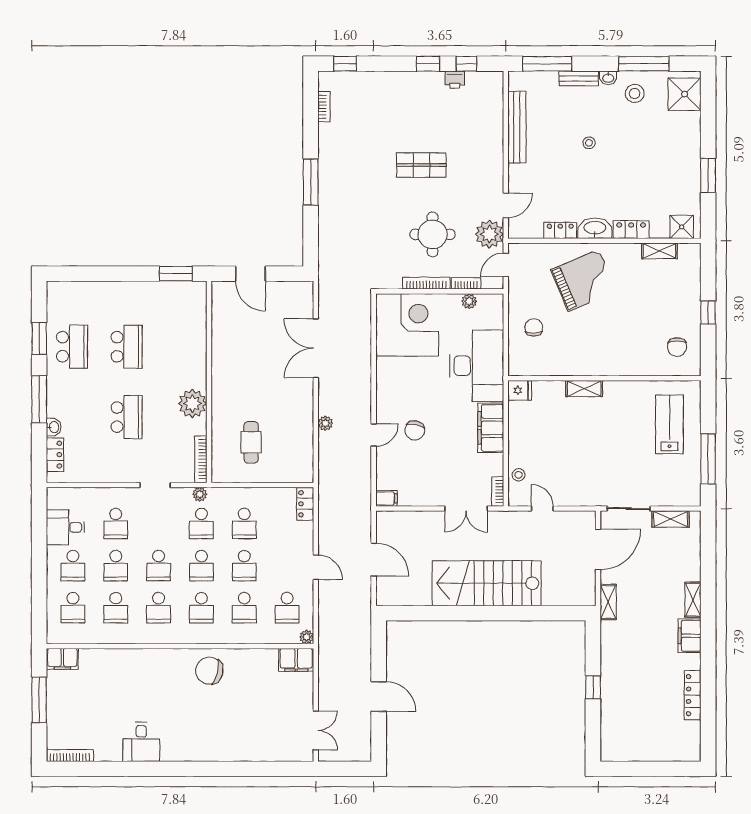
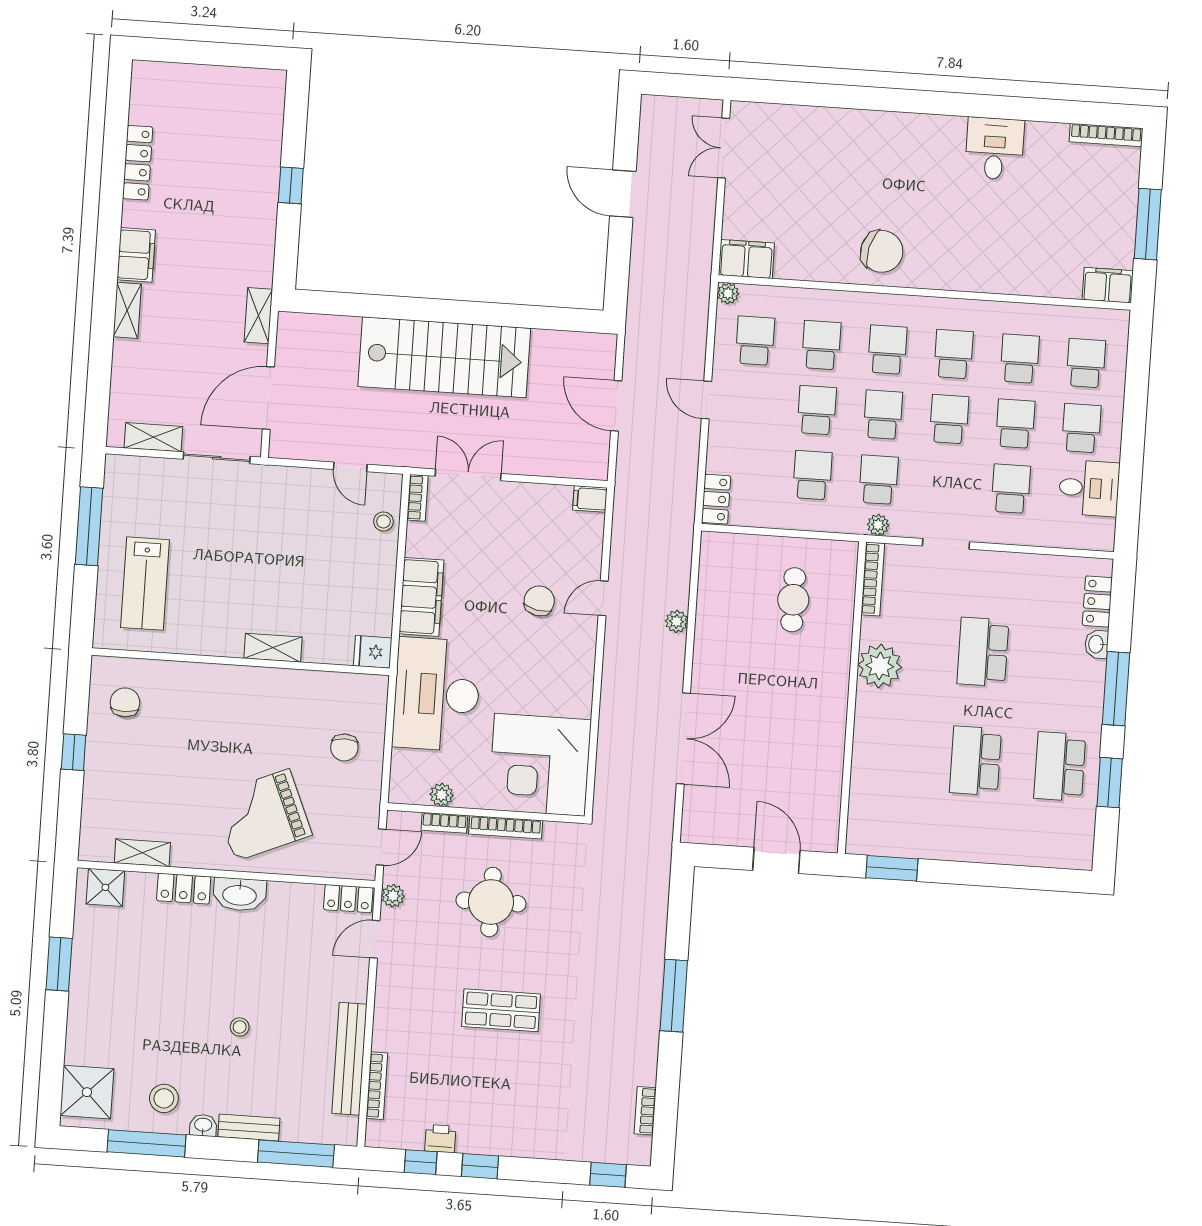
bookcase: (498, 111) -> (377, 1086), added
locker: (560, 230) -> (348, 899), moved
plant: (489, 234) -> (393, 896), width x0.53, depth x0.53

